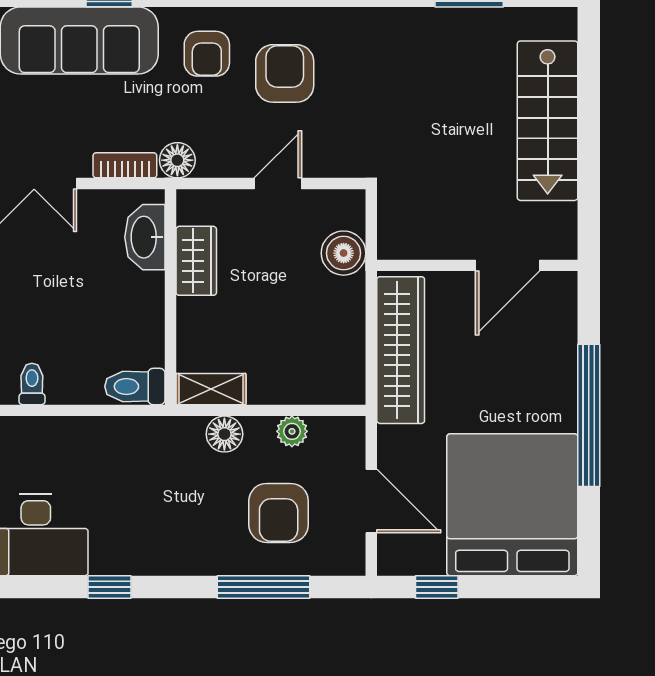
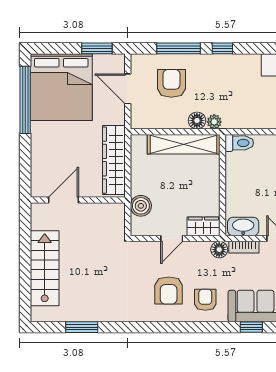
washbasin: (145, 237) -> (243, 226), moved, turned -90
wardrobe: (196, 261) -> (203, 226), moved, turned 90
shelving: (211, 389) -> (184, 144), width x2.20, depth x1.33
window: (589, 415) -> (25, 100), moved
plant: (292, 431) -> (214, 122), moved
window: (110, 587) -> (222, 48), moved
window: (437, 587) -> (97, 48), width x1.50

